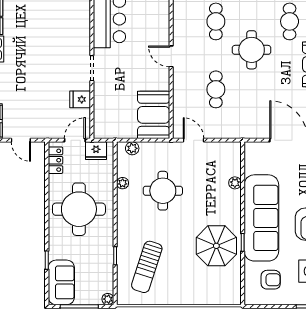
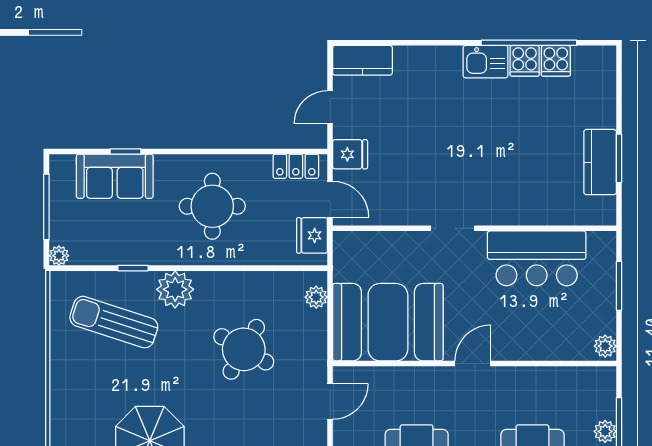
fridge: (80, 99) -> (350, 154), moved, turned 90
booth: (154, 115) -> (388, 322), width x1.36, depth x1.42
plant: (123, 183) -> (175, 289), moved, width x1.88, depth x1.88
round table: (163, 191) -> (244, 349), turned 30
round table: (79, 209) -> (212, 206), width x0.73, depth x0.73
sofa: (61, 282) -> (115, 176), moved

